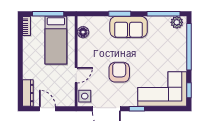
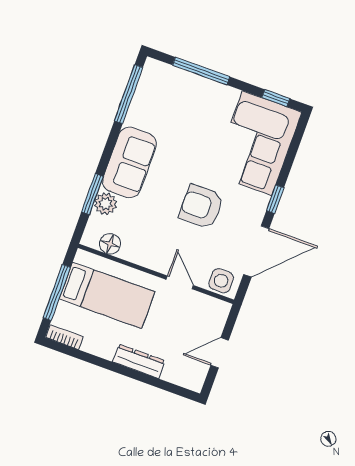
window: (120, 14) -> (92, 194), moved
plant: (177, 22) -> (106, 204), moved
window: (189, 47) -> (201, 71), width x0.68
dresser: (28, 93) -> (139, 361), moved

